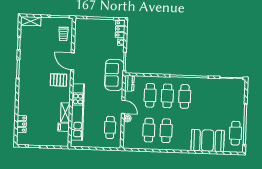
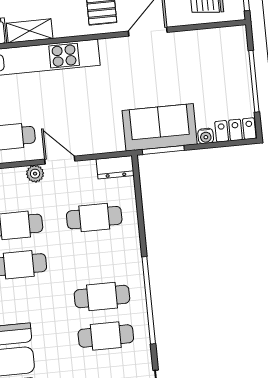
sofa: (114, 75) -> (160, 127), moved
cafe table: (167, 96) -> (106, 336), moved
door: (123, 107) -> (60, 160), swing flipped

